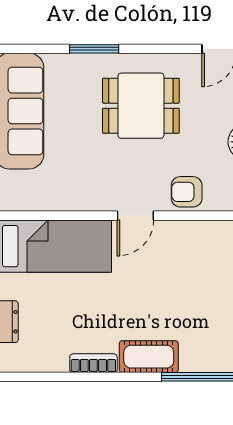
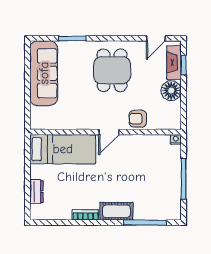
window: (94, 49) -> (72, 38), moved
dining table: (141, 106) -> (112, 70), turned 90

